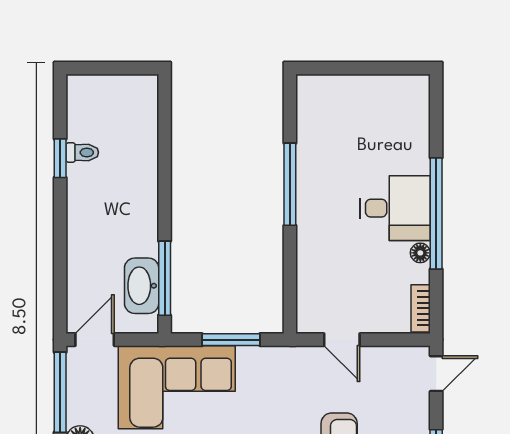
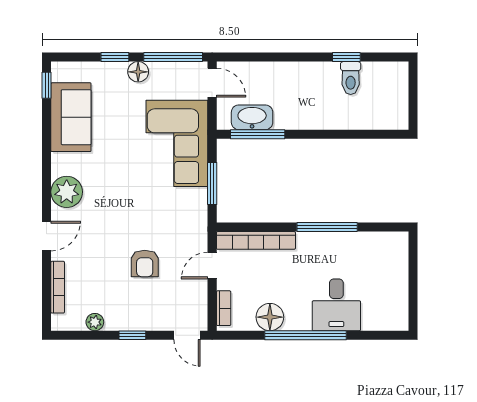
toilet: (82, 152) -> (351, 78), width x1.37, depth x1.39
desk: (395, 208) -> (336, 305), moved
floor lamp: (420, 253) -> (270, 317), width x1.89, depth x1.89
bookcase: (308, 280) -> (256, 240), added
bookcase: (421, 308) -> (224, 308), moved, turned 90

